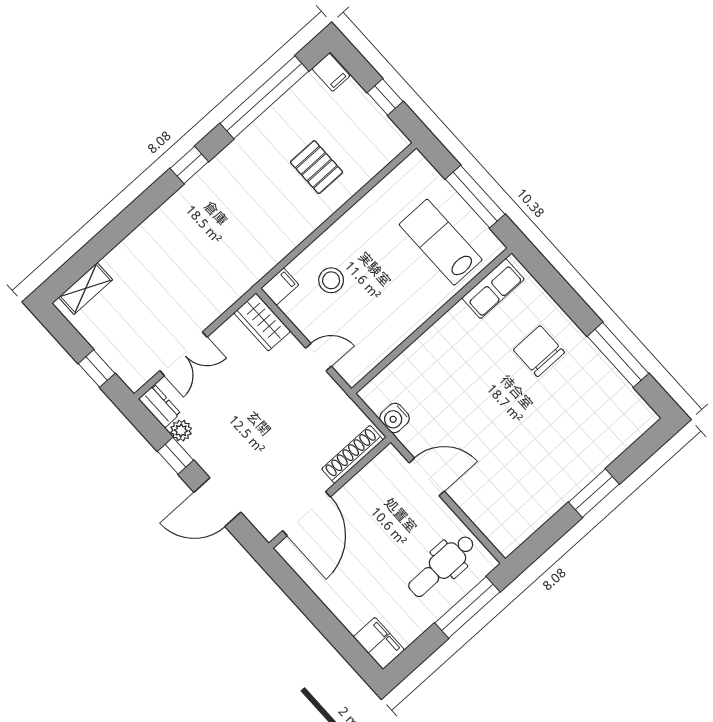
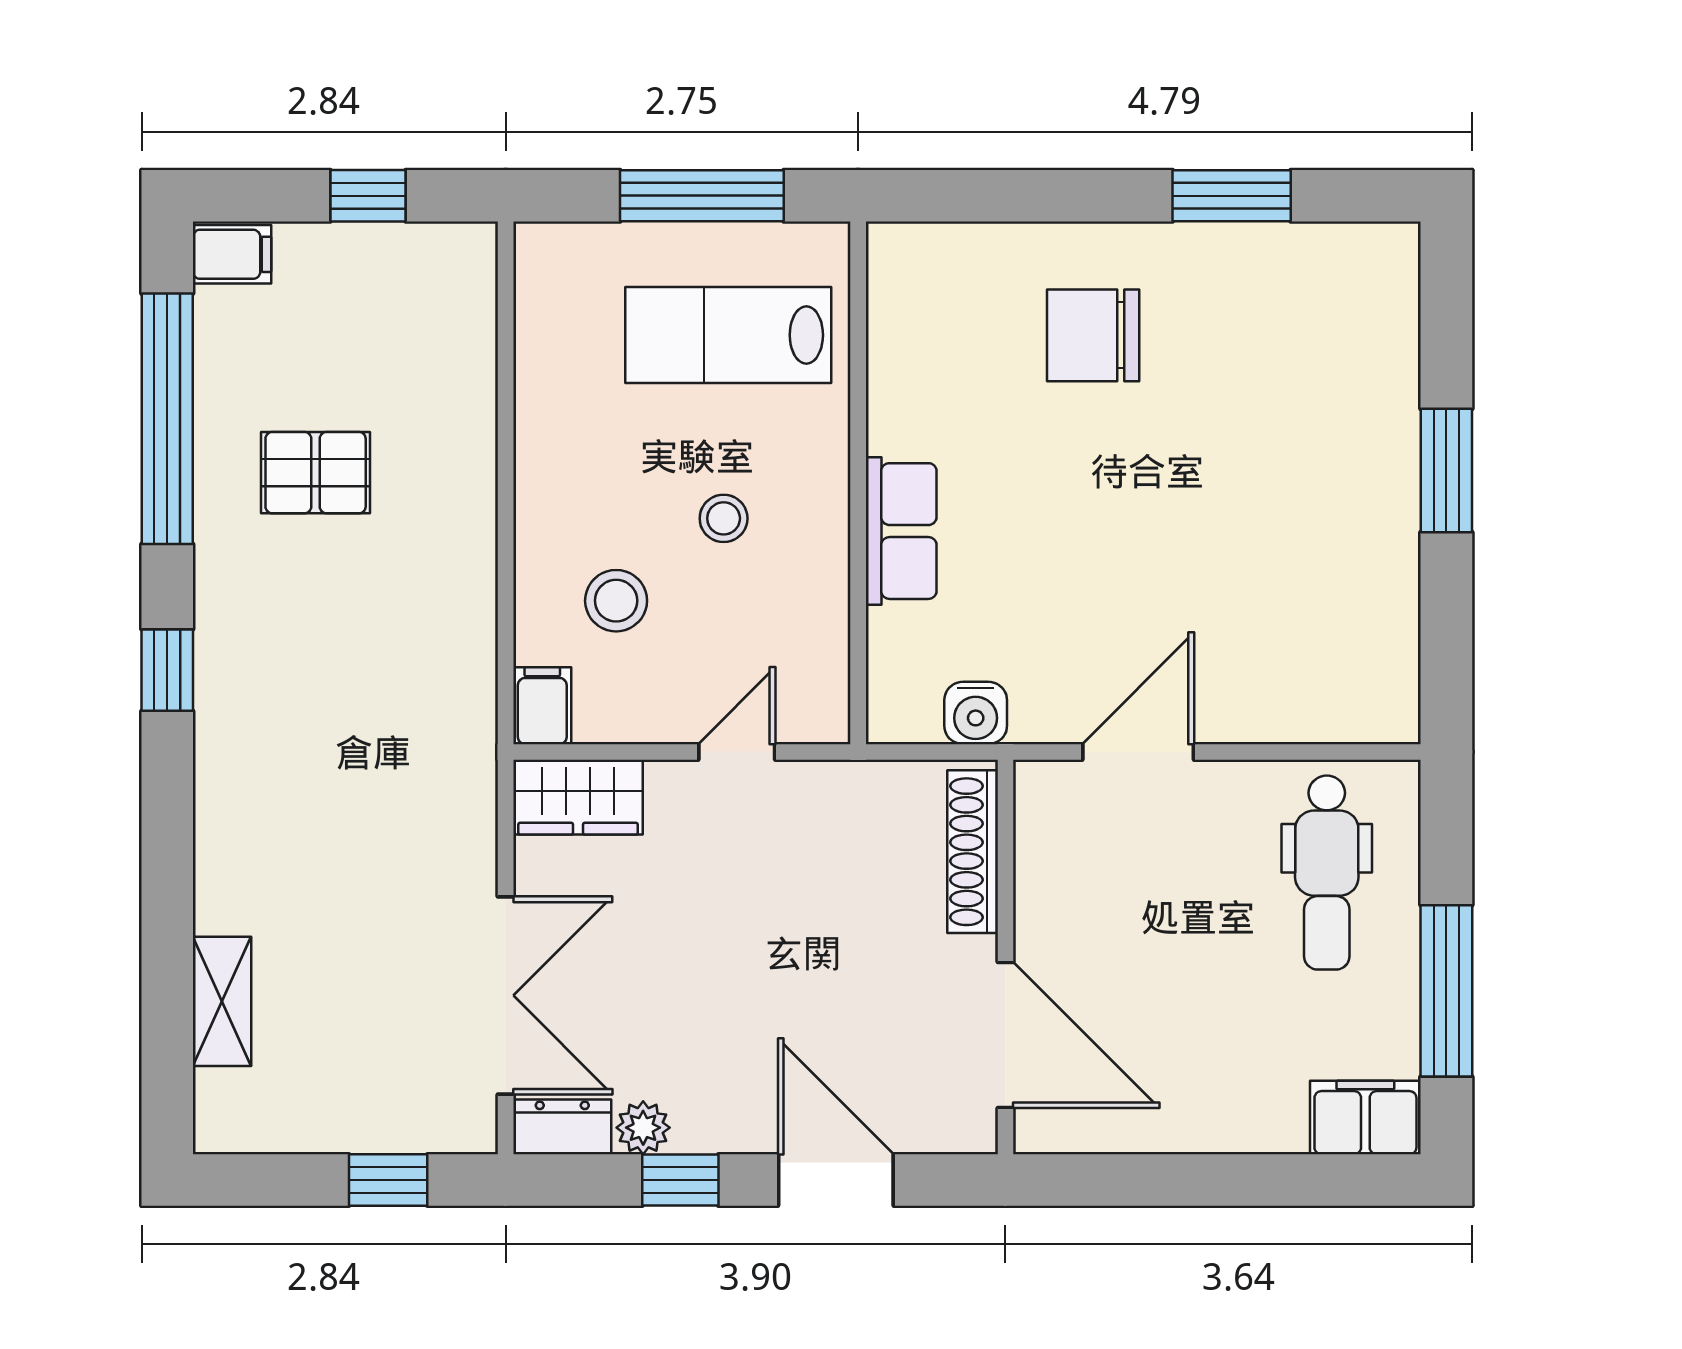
pallet: (317, 167) -> (316, 473), moved
shelving: (86, 288) -> (222, 1001), moved
row of seats: (493, 289) -> (901, 531), moved
stool: (385, 290) -> (724, 518), added
double door: (183, 354) -> (506, 995), width x1.37
window: (618, 355) -> (1232, 196), width x0.69
door: (217, 502) -> (836, 1180), swing flipped
window: (467, 607) -> (1446, 991), moved

